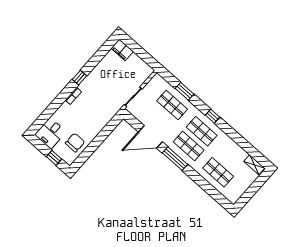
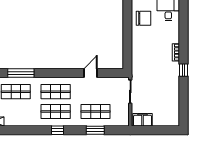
filing cabinet: (122, 50) -> (143, 120), moved
door: (150, 137) -> (90, 73), width x0.53
chair: (75, 143) -> (143, 18), turned -90
window: (175, 159) -> (21, 73), moved

